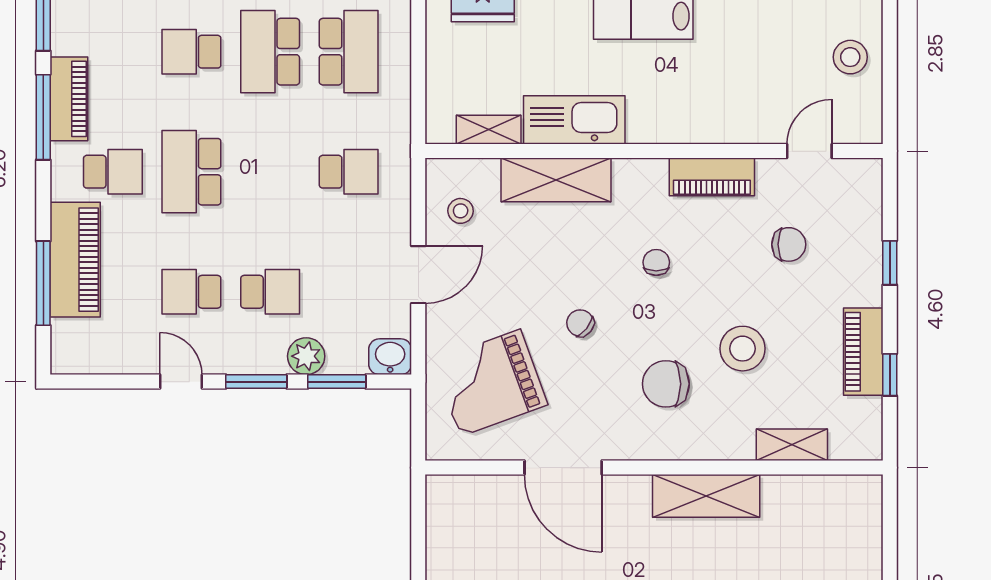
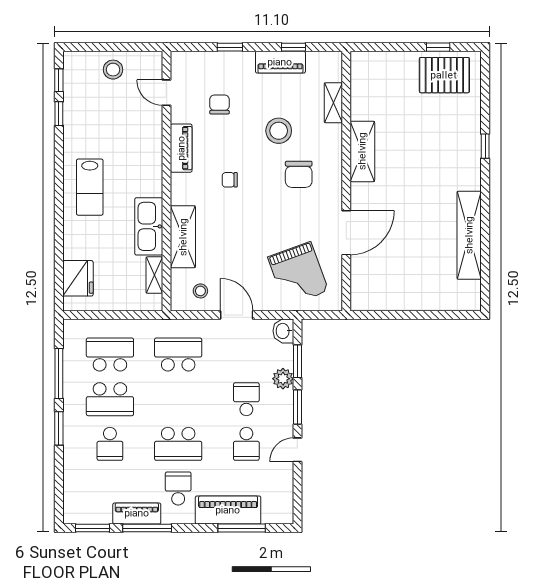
school desk: (349, 172) -> (178, 355), width x1.85
chair: (580, 323) -> (264, 223), removed

